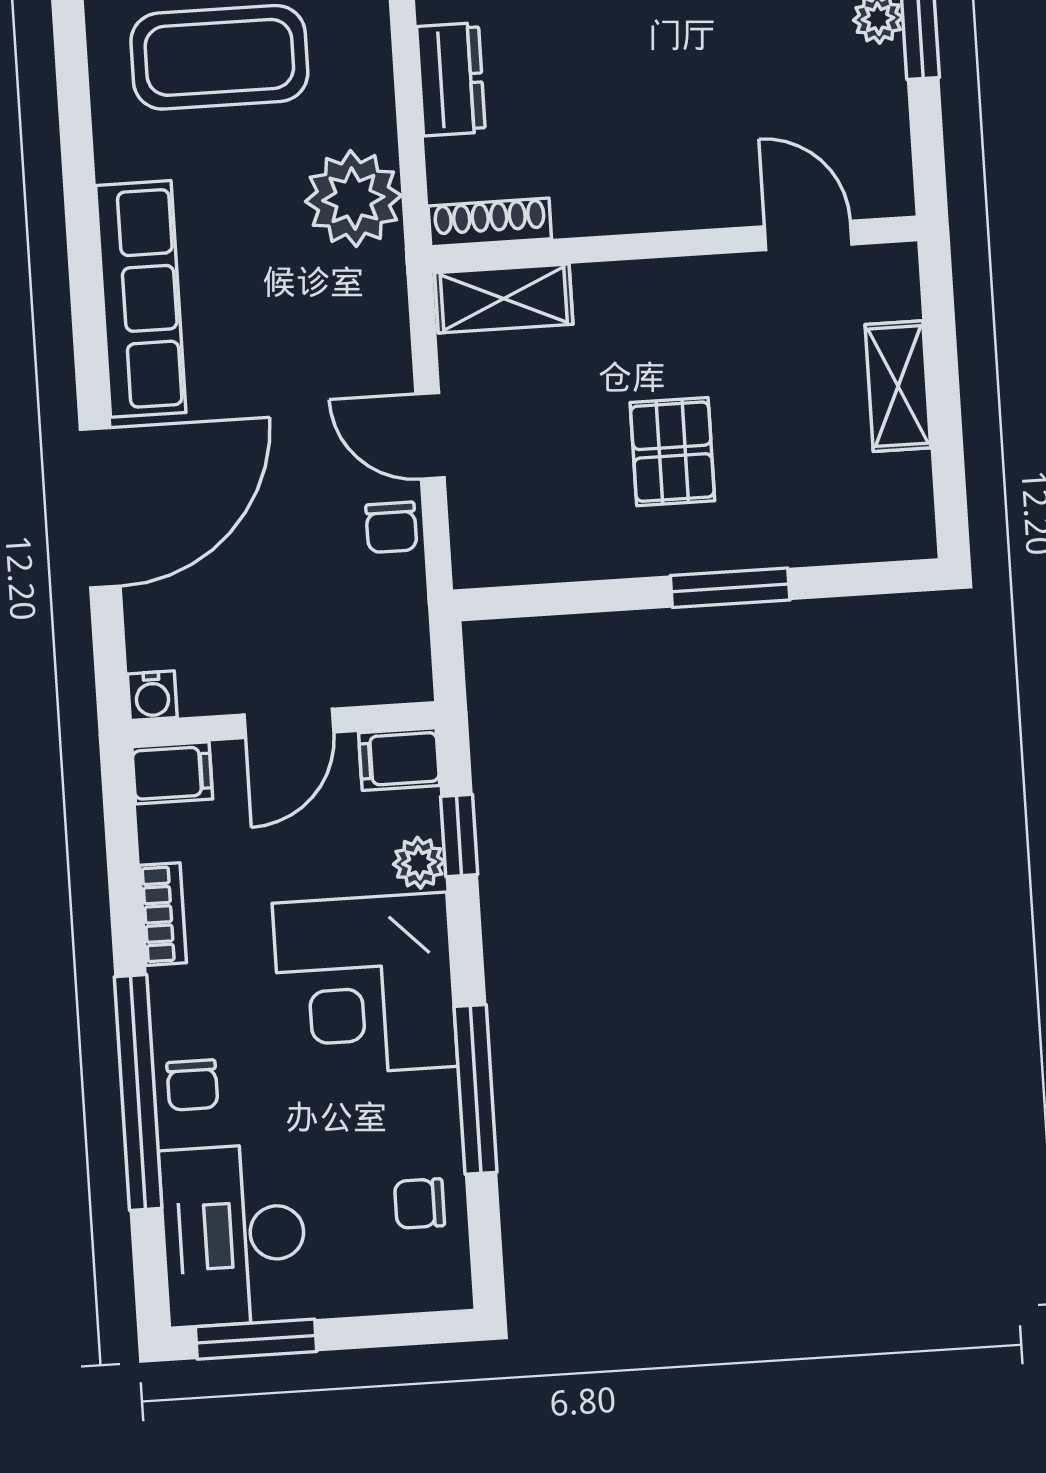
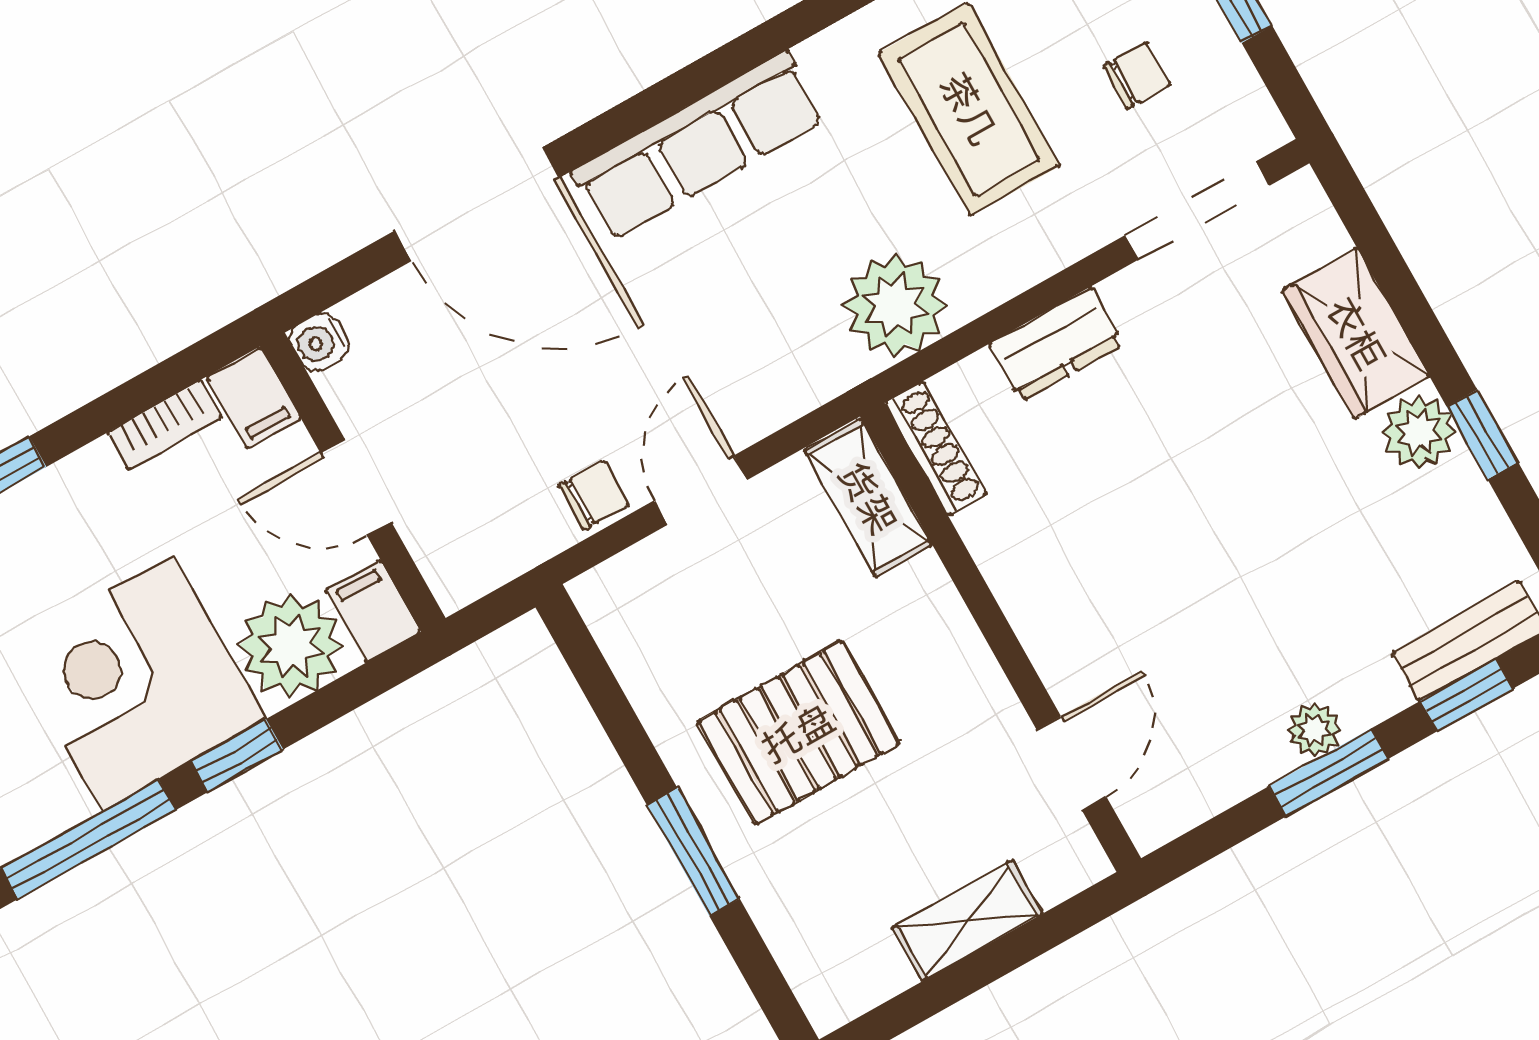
pallet: (672, 452) -> (798, 733), width x1.50, depth x1.42
chair: (391, 527) -> (594, 495), turned 180
window: (459, 836) -> (237, 755), moved
plant: (419, 863) -> (291, 646), width x1.87, depth x1.87
bookcase: (163, 914) -> (165, 425), moved

